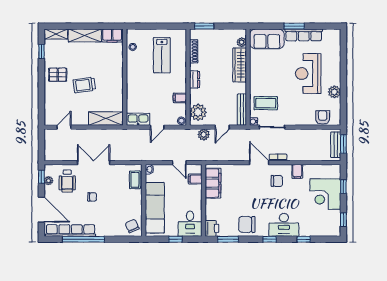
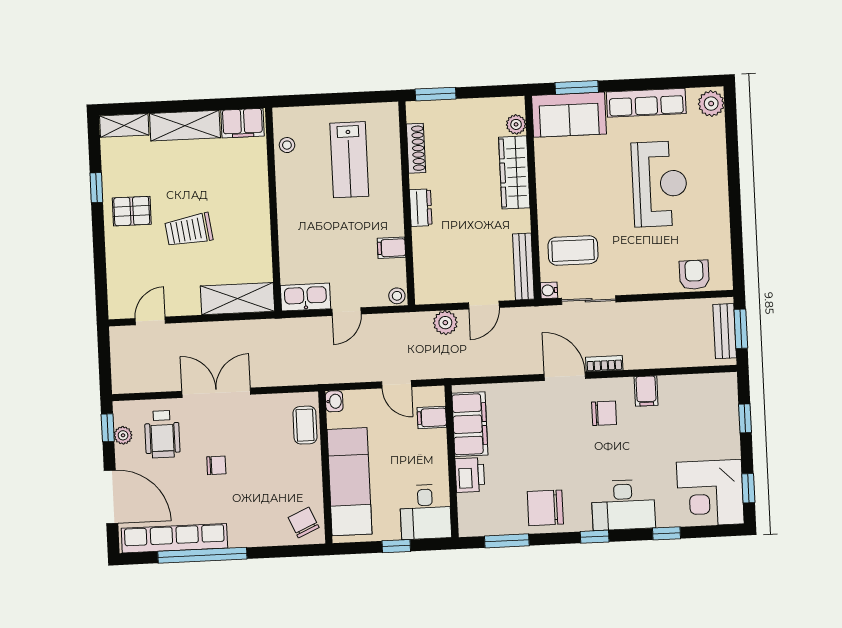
window: (294, 26) -> (577, 87), moved
window: (41, 51) -> (96, 188), moved
reception desk: (308, 74) -> (660, 184), turned 180
plant: (334, 92) -> (711, 104), moved
plant: (198, 112) -> (431, 276), removed
corner desk: (325, 194) -> (710, 493), moved
printer: (212, 228) -> (470, 475), moved

